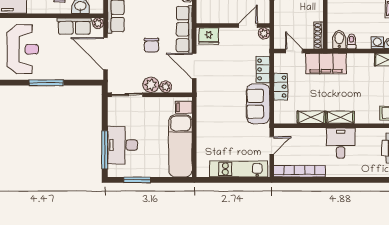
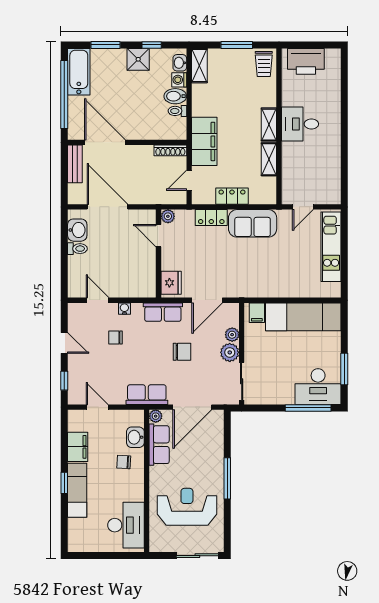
row of seats: (184, 29) -> (163, 312), width x0.68
bidet: (339, 39) -> (175, 96), moved
desk: (122, 145) -> (318, 387), moved
door: (272, 145) -> (303, 207), swing flipped
bookcase: (300, 171) -> (334, 173), removed

